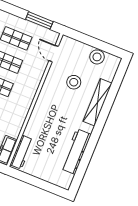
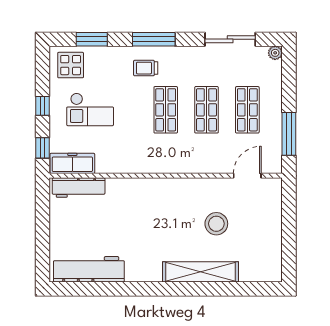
stool: (97, 57) -> (269, 243), removed
workbench: (76, 151) -> (89, 269), moved

